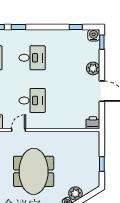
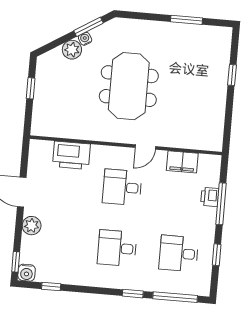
printer: (93, 123) -> (71, 155), moved, width x1.87, depth x1.48

